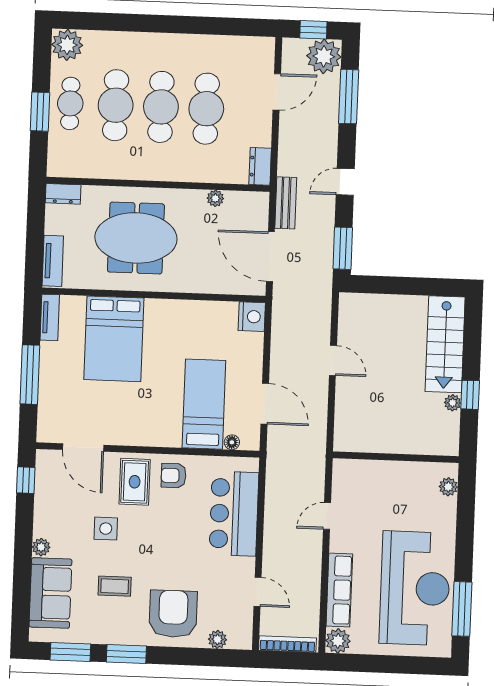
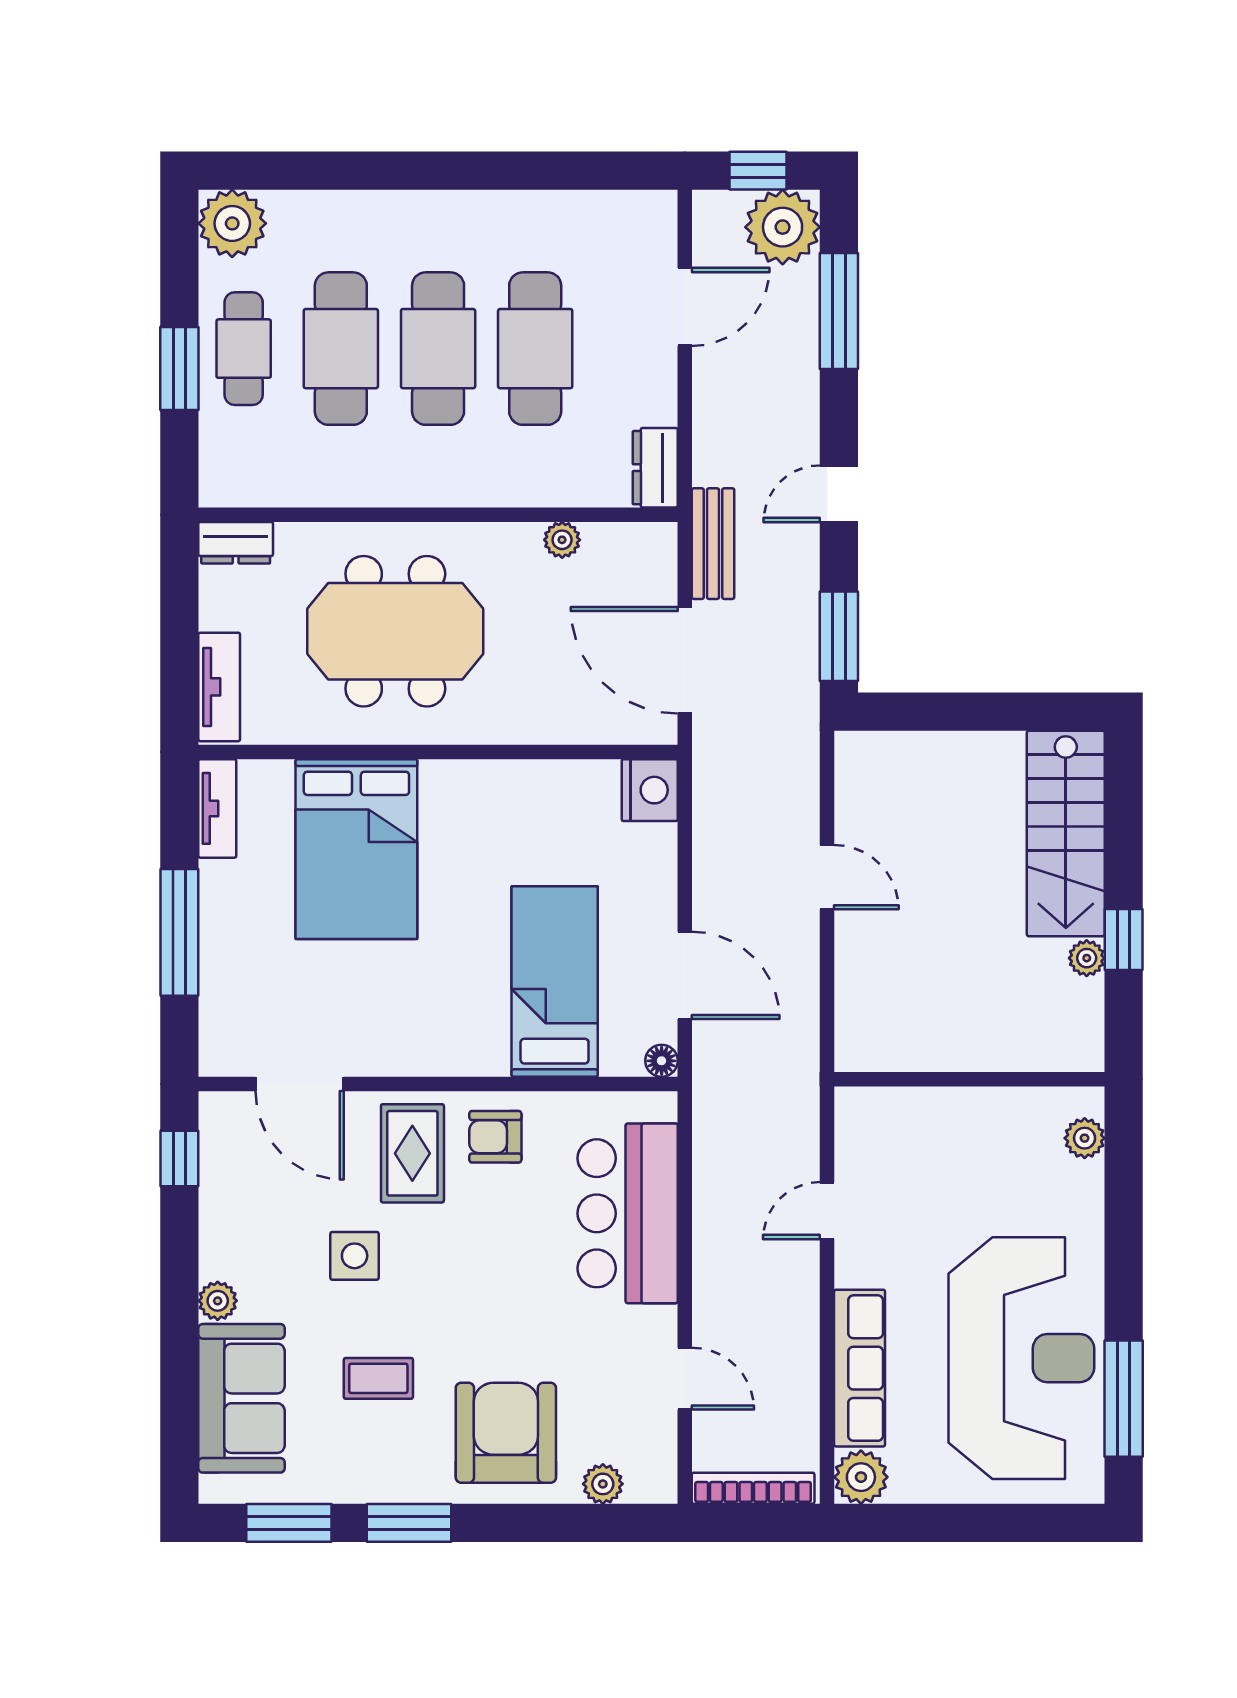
floor lamp: (232, 442) -> (662, 1061), moved

